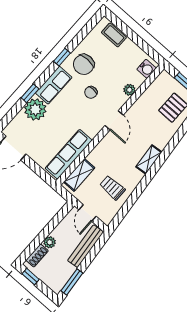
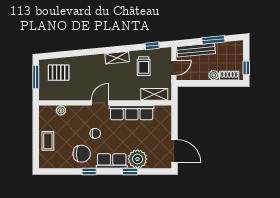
coffee table: (114, 35) -> (48, 141), moved
water cooler: (147, 69) -> (49, 111), removed
plant: (129, 90) -> (61, 110), moved
row of seats: (69, 154) -> (132, 113), moved
shelving: (149, 159) -> (117, 58), moved
window: (124, 211) -> (152, 46), added
window: (72, 282) -> (213, 40), moved

